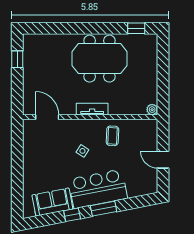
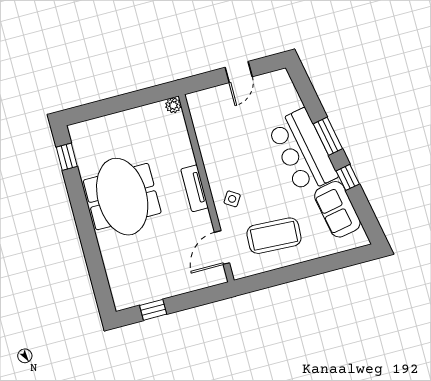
coffee table: (112, 136) -> (274, 236), moved, width x1.86, depth x1.72
side table: (82, 151) -> (232, 199), moved

